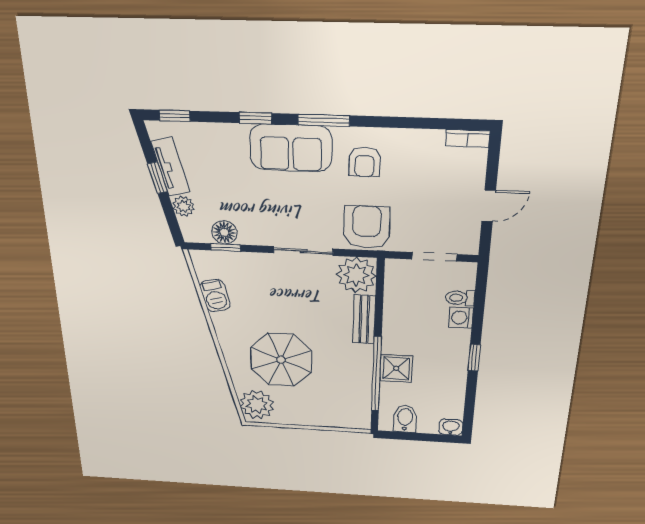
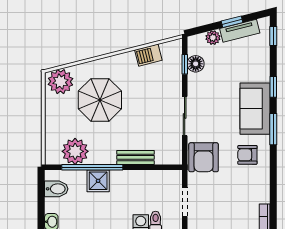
armchair: (367, 227) -> (204, 157), turned 90
plant: (356, 275) -> (75, 151), moved

